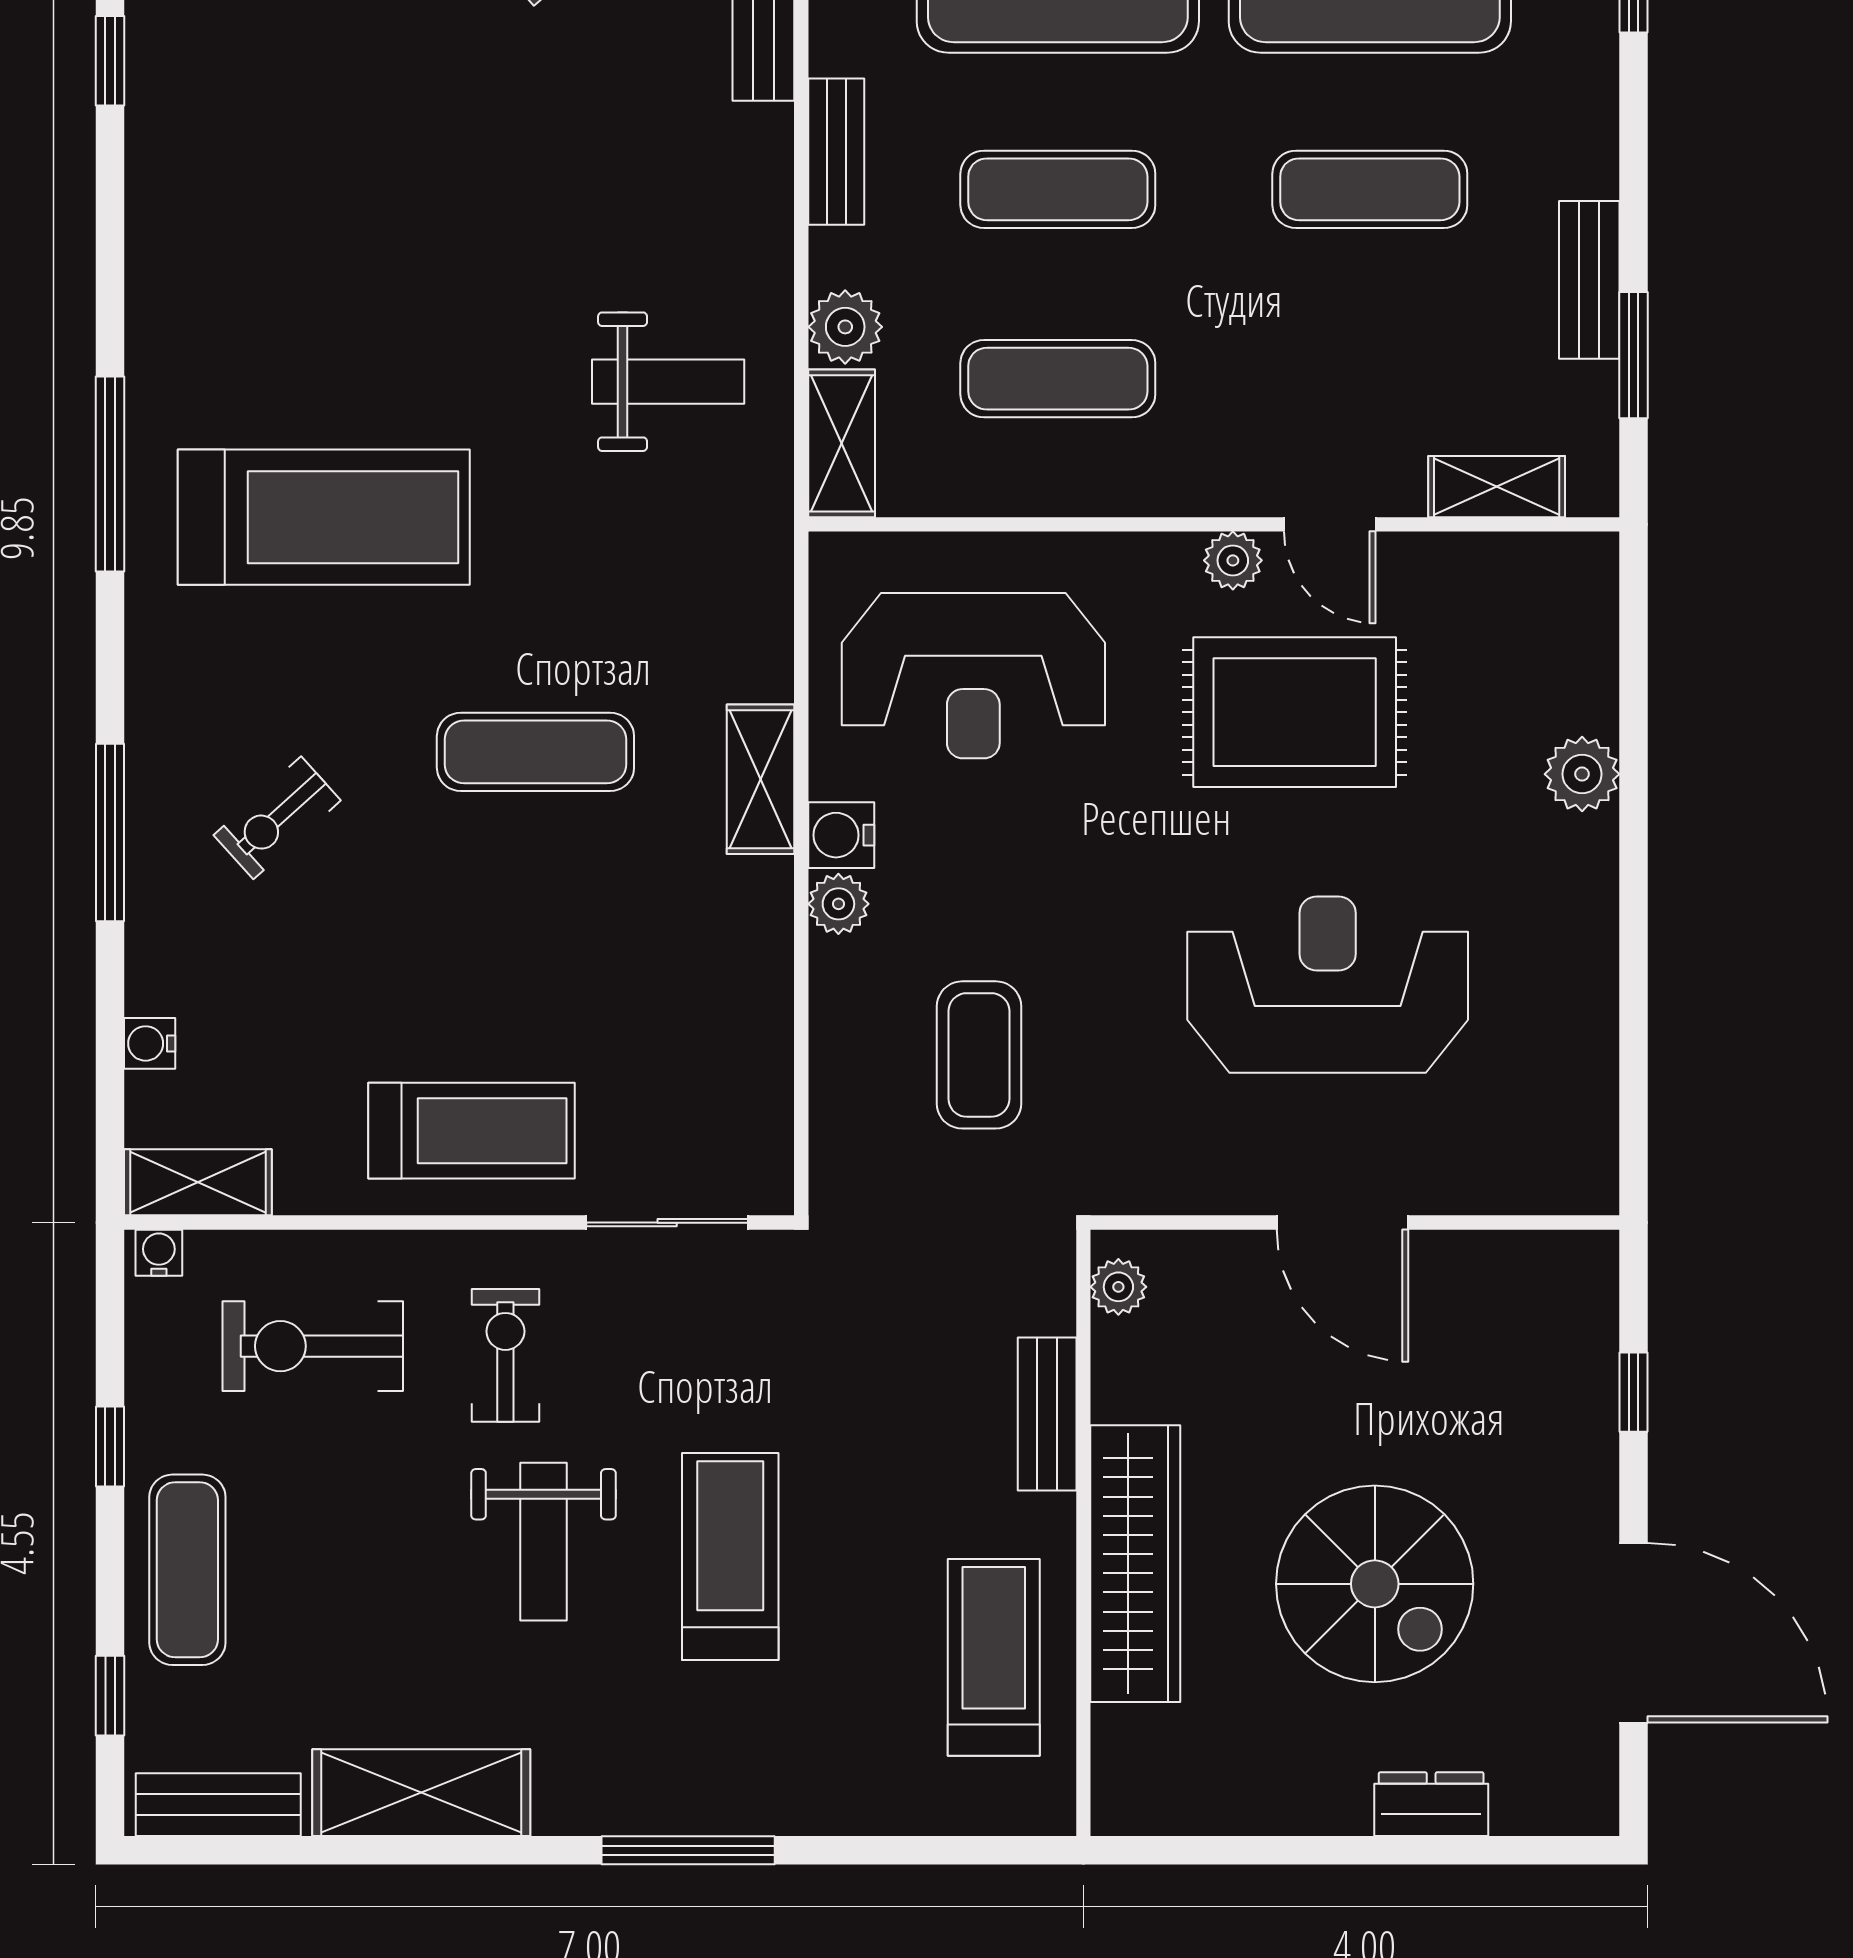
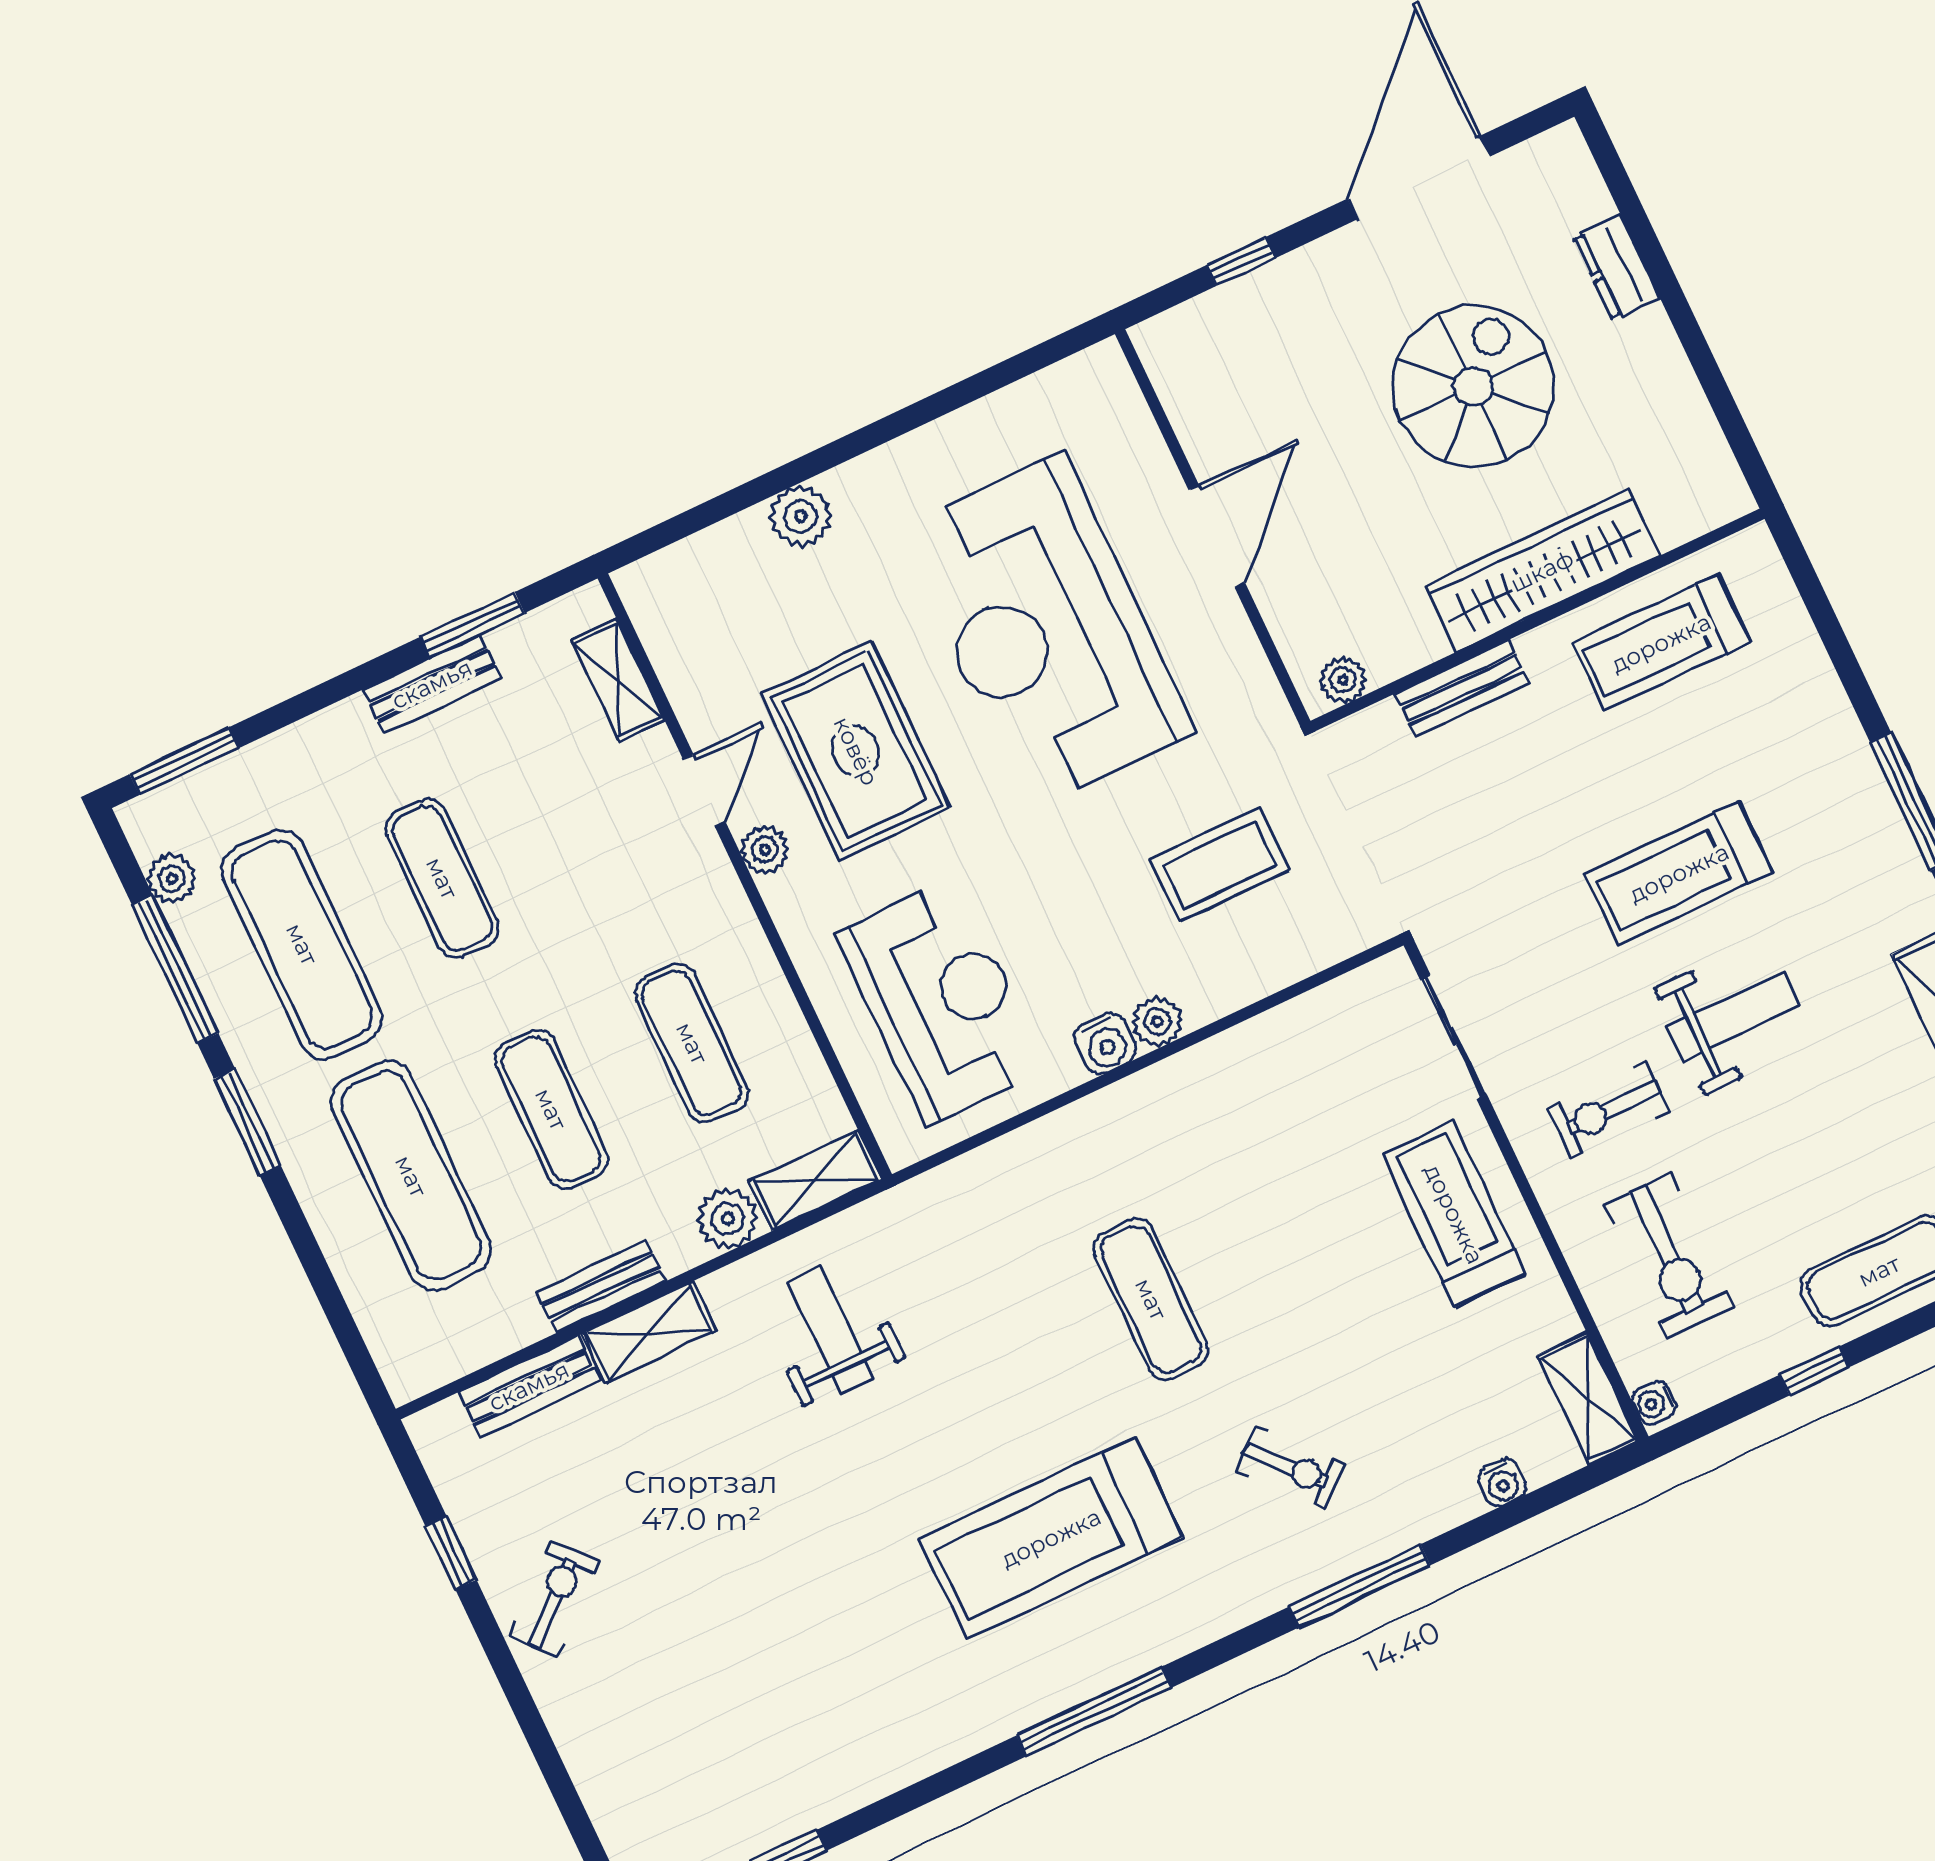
treadmill: (324, 517) -> (1051, 1538), turned -90
shelving: (761, 779) -> (649, 1332), moved
reception desk: (1328, 985) -> (1046, 631), width x1.36, depth x1.30

